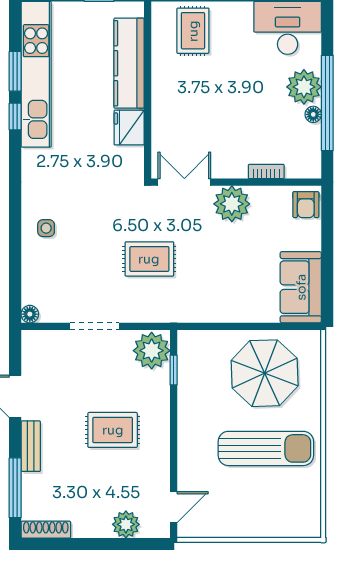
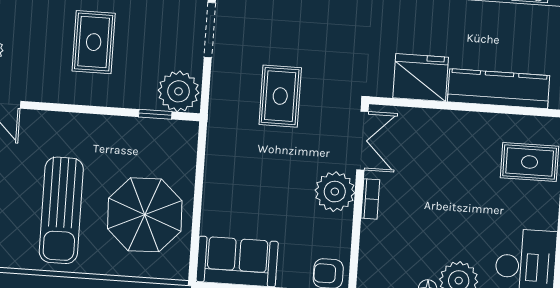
fridge: (129, 128) -> (421, 78), width x1.36, depth x1.34
bookcase: (266, 171) -> (370, 199), moved

